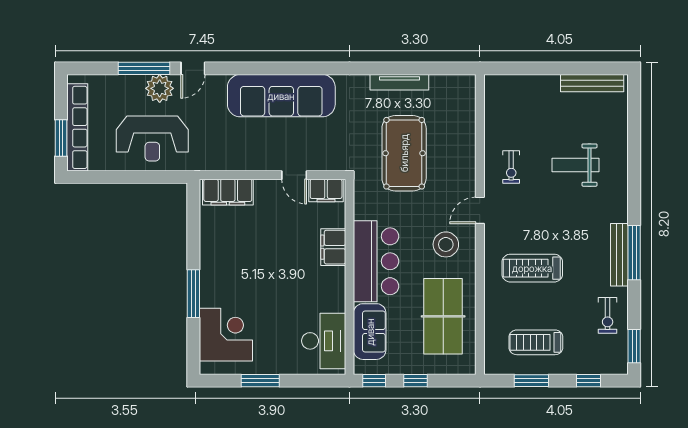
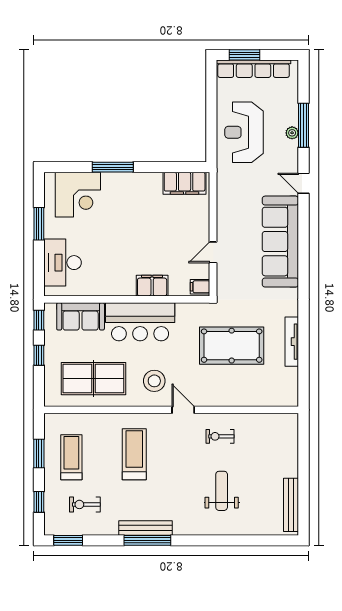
door: (193, 68) -> (303, 183), moved
plant: (160, 88) -> (292, 133), width x0.53, depth x0.53
filing cabinet: (326, 190) -> (200, 287), width x0.50
filing cabinet: (228, 192) -> (185, 183), moved, turned -90
exercise bike: (608, 315) -> (85, 504), moved
desk: (324, 341) -> (63, 263), moved, turned 90

